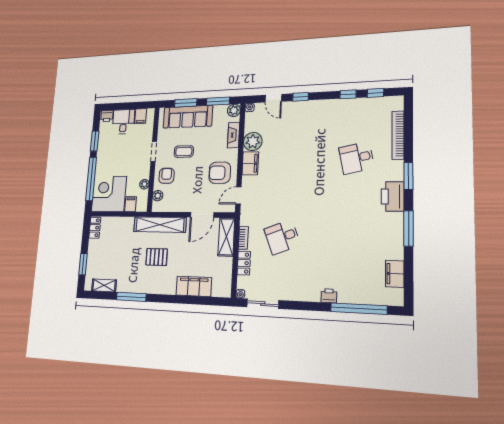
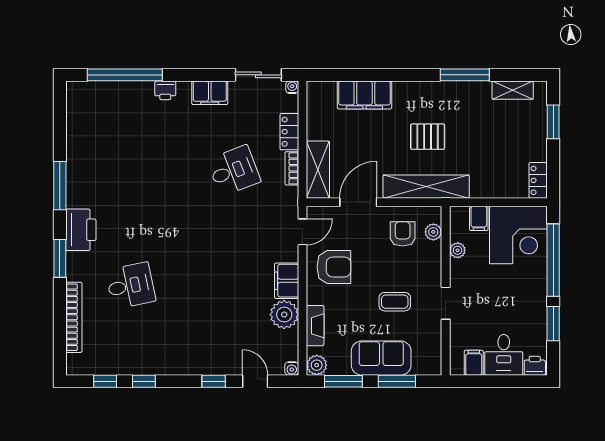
sofa: (188, 117) -> (381, 358), width x0.73
armchair: (167, 176) -> (403, 234), moved, turned 180
filing cabinet: (395, 274) -> (210, 93), moved, turned 90

